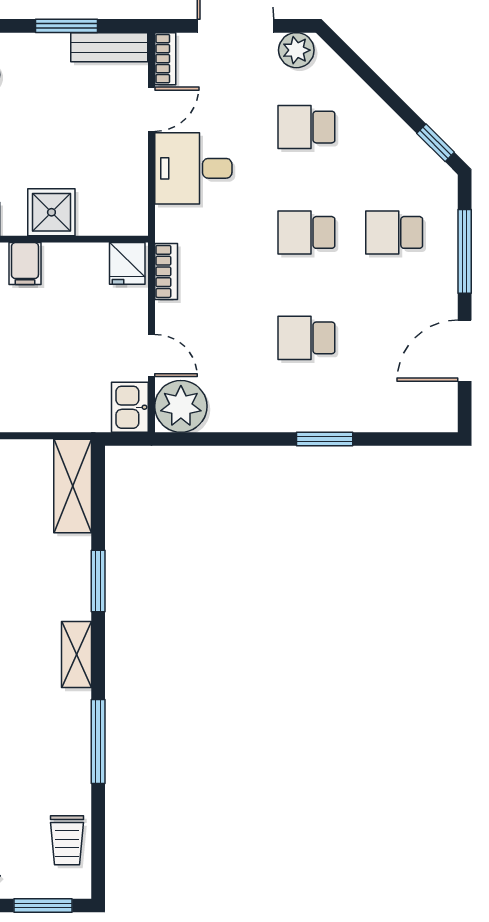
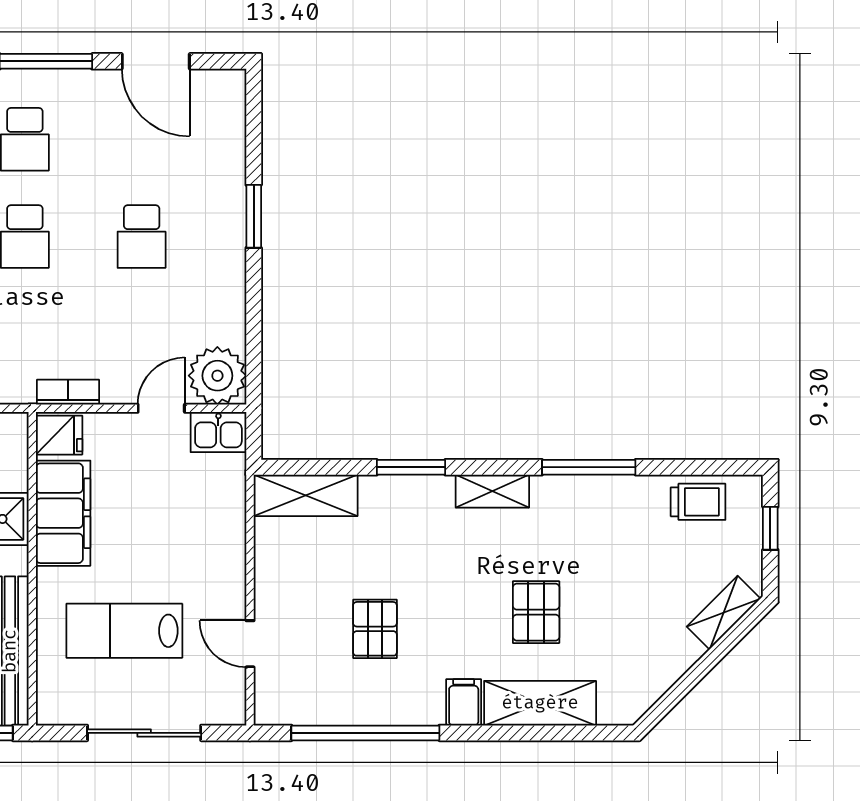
filing cabinet: (25, 264) -> (63, 513), width x3.00, depth x1.17
window: (43, 905) -> (770, 528), width x0.67

